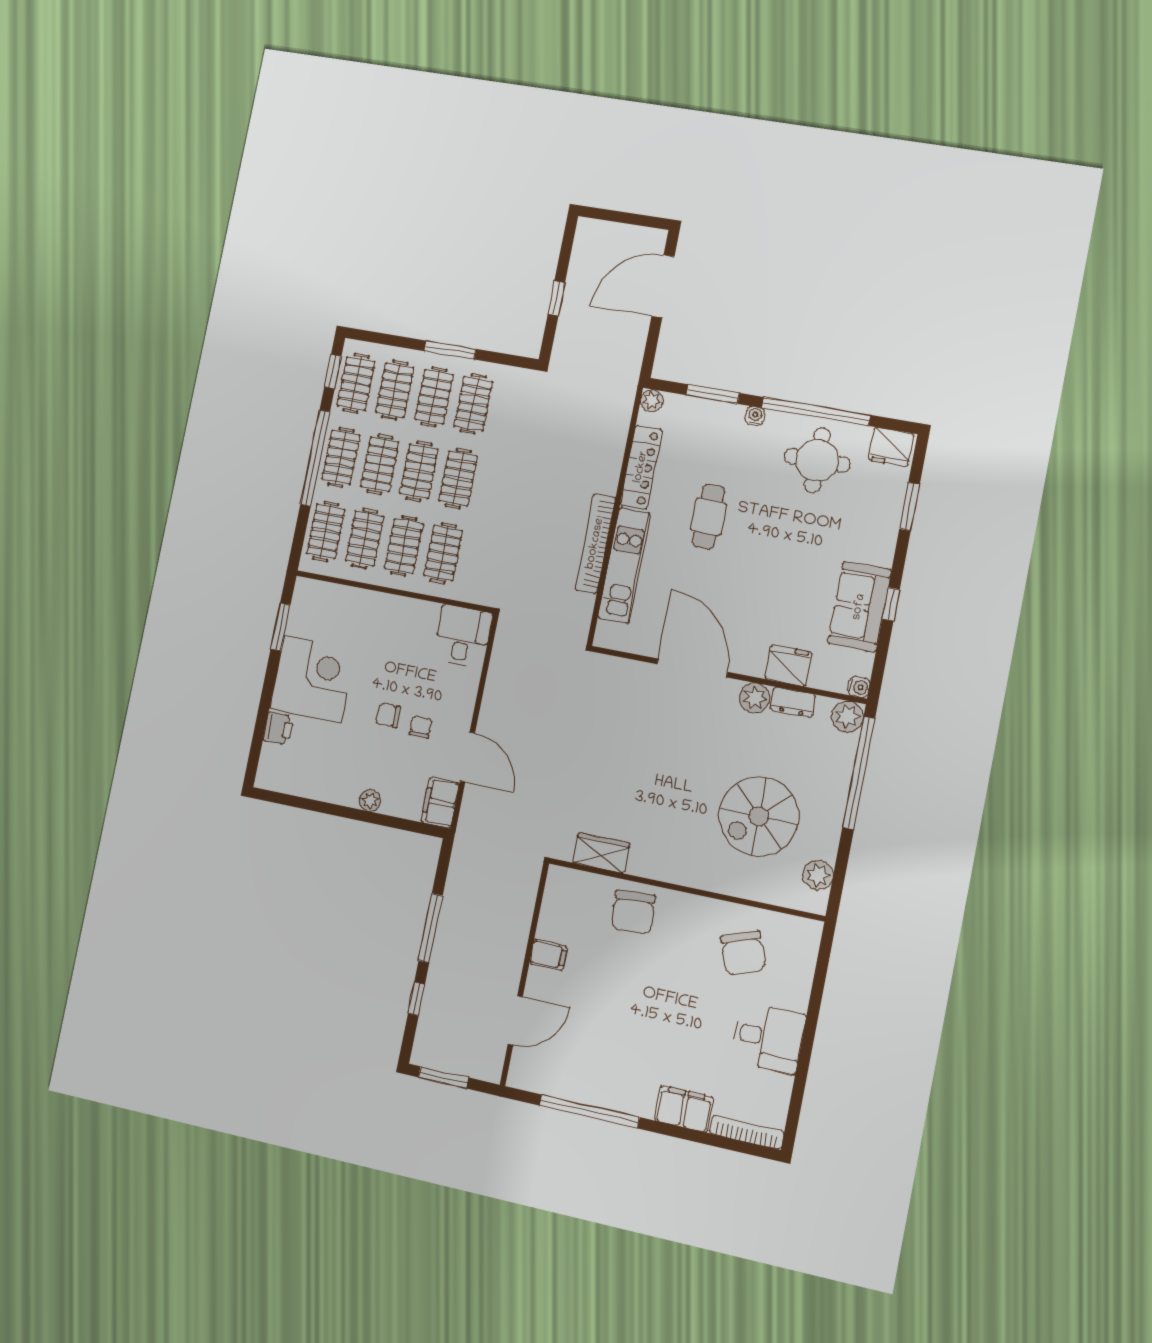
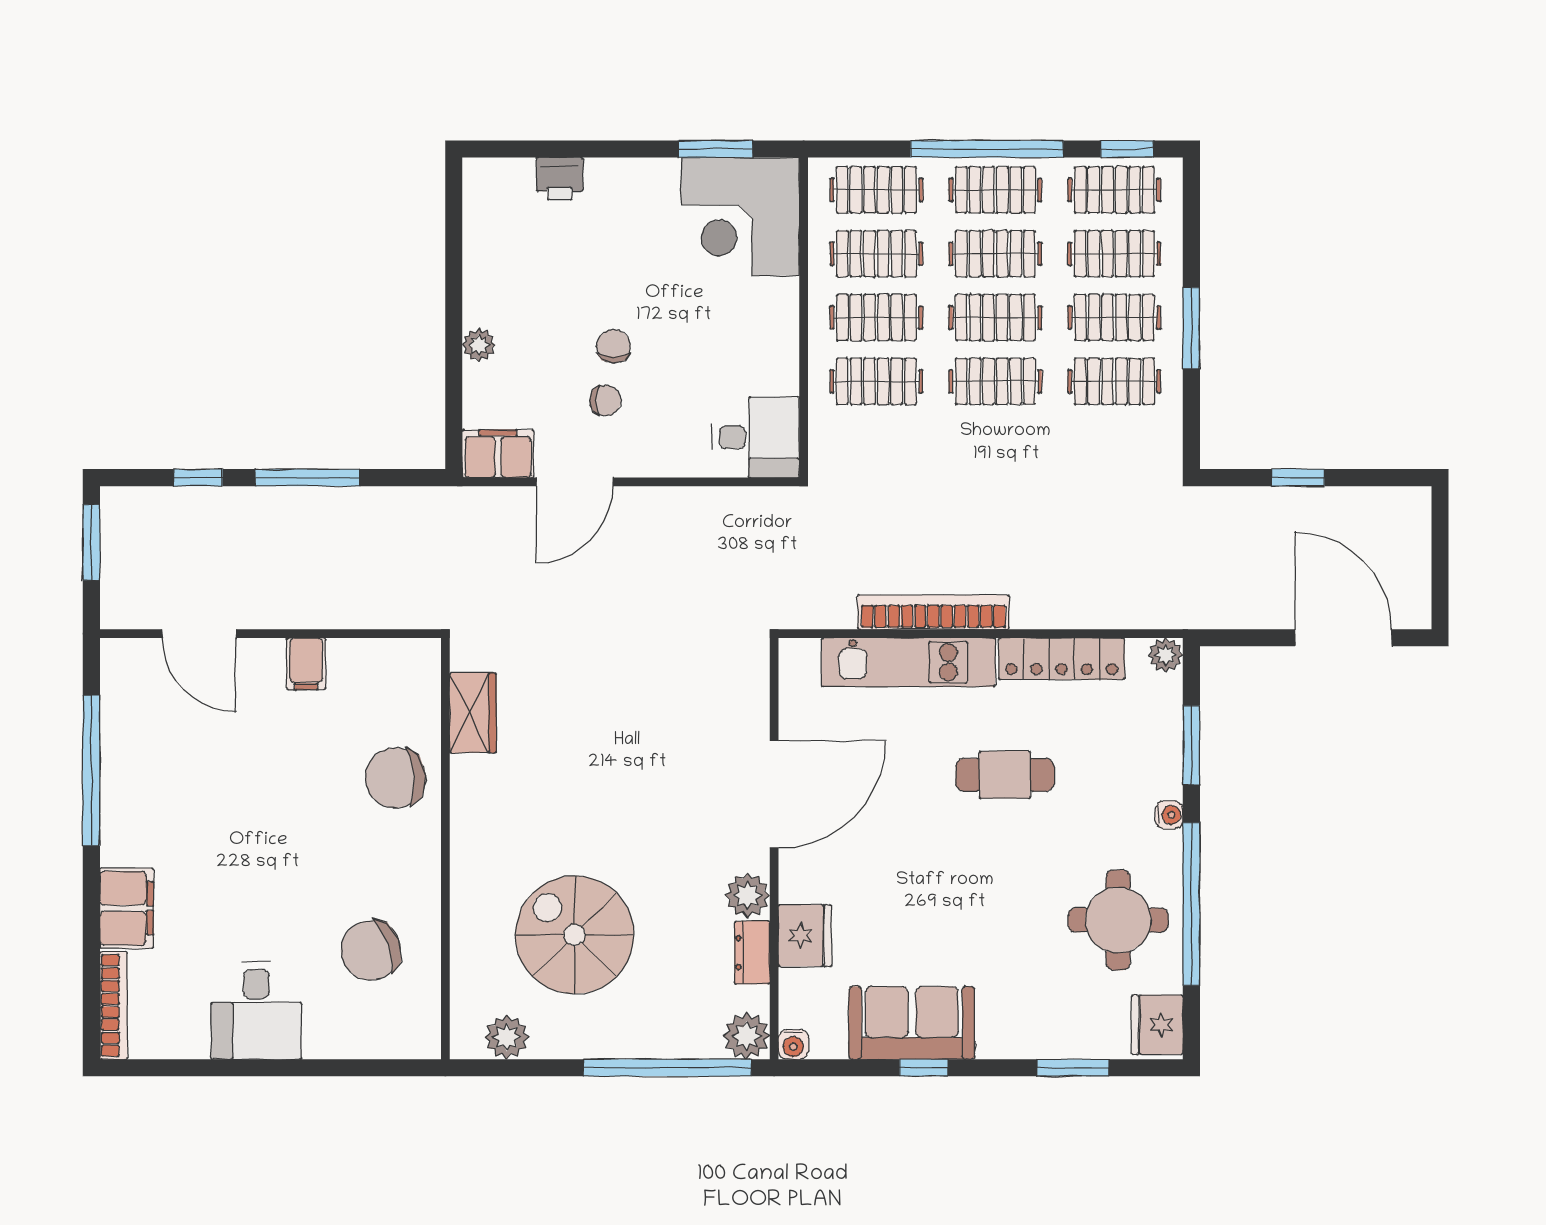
corner desk: (313, 679) -> (740, 216), moved, turned 90

